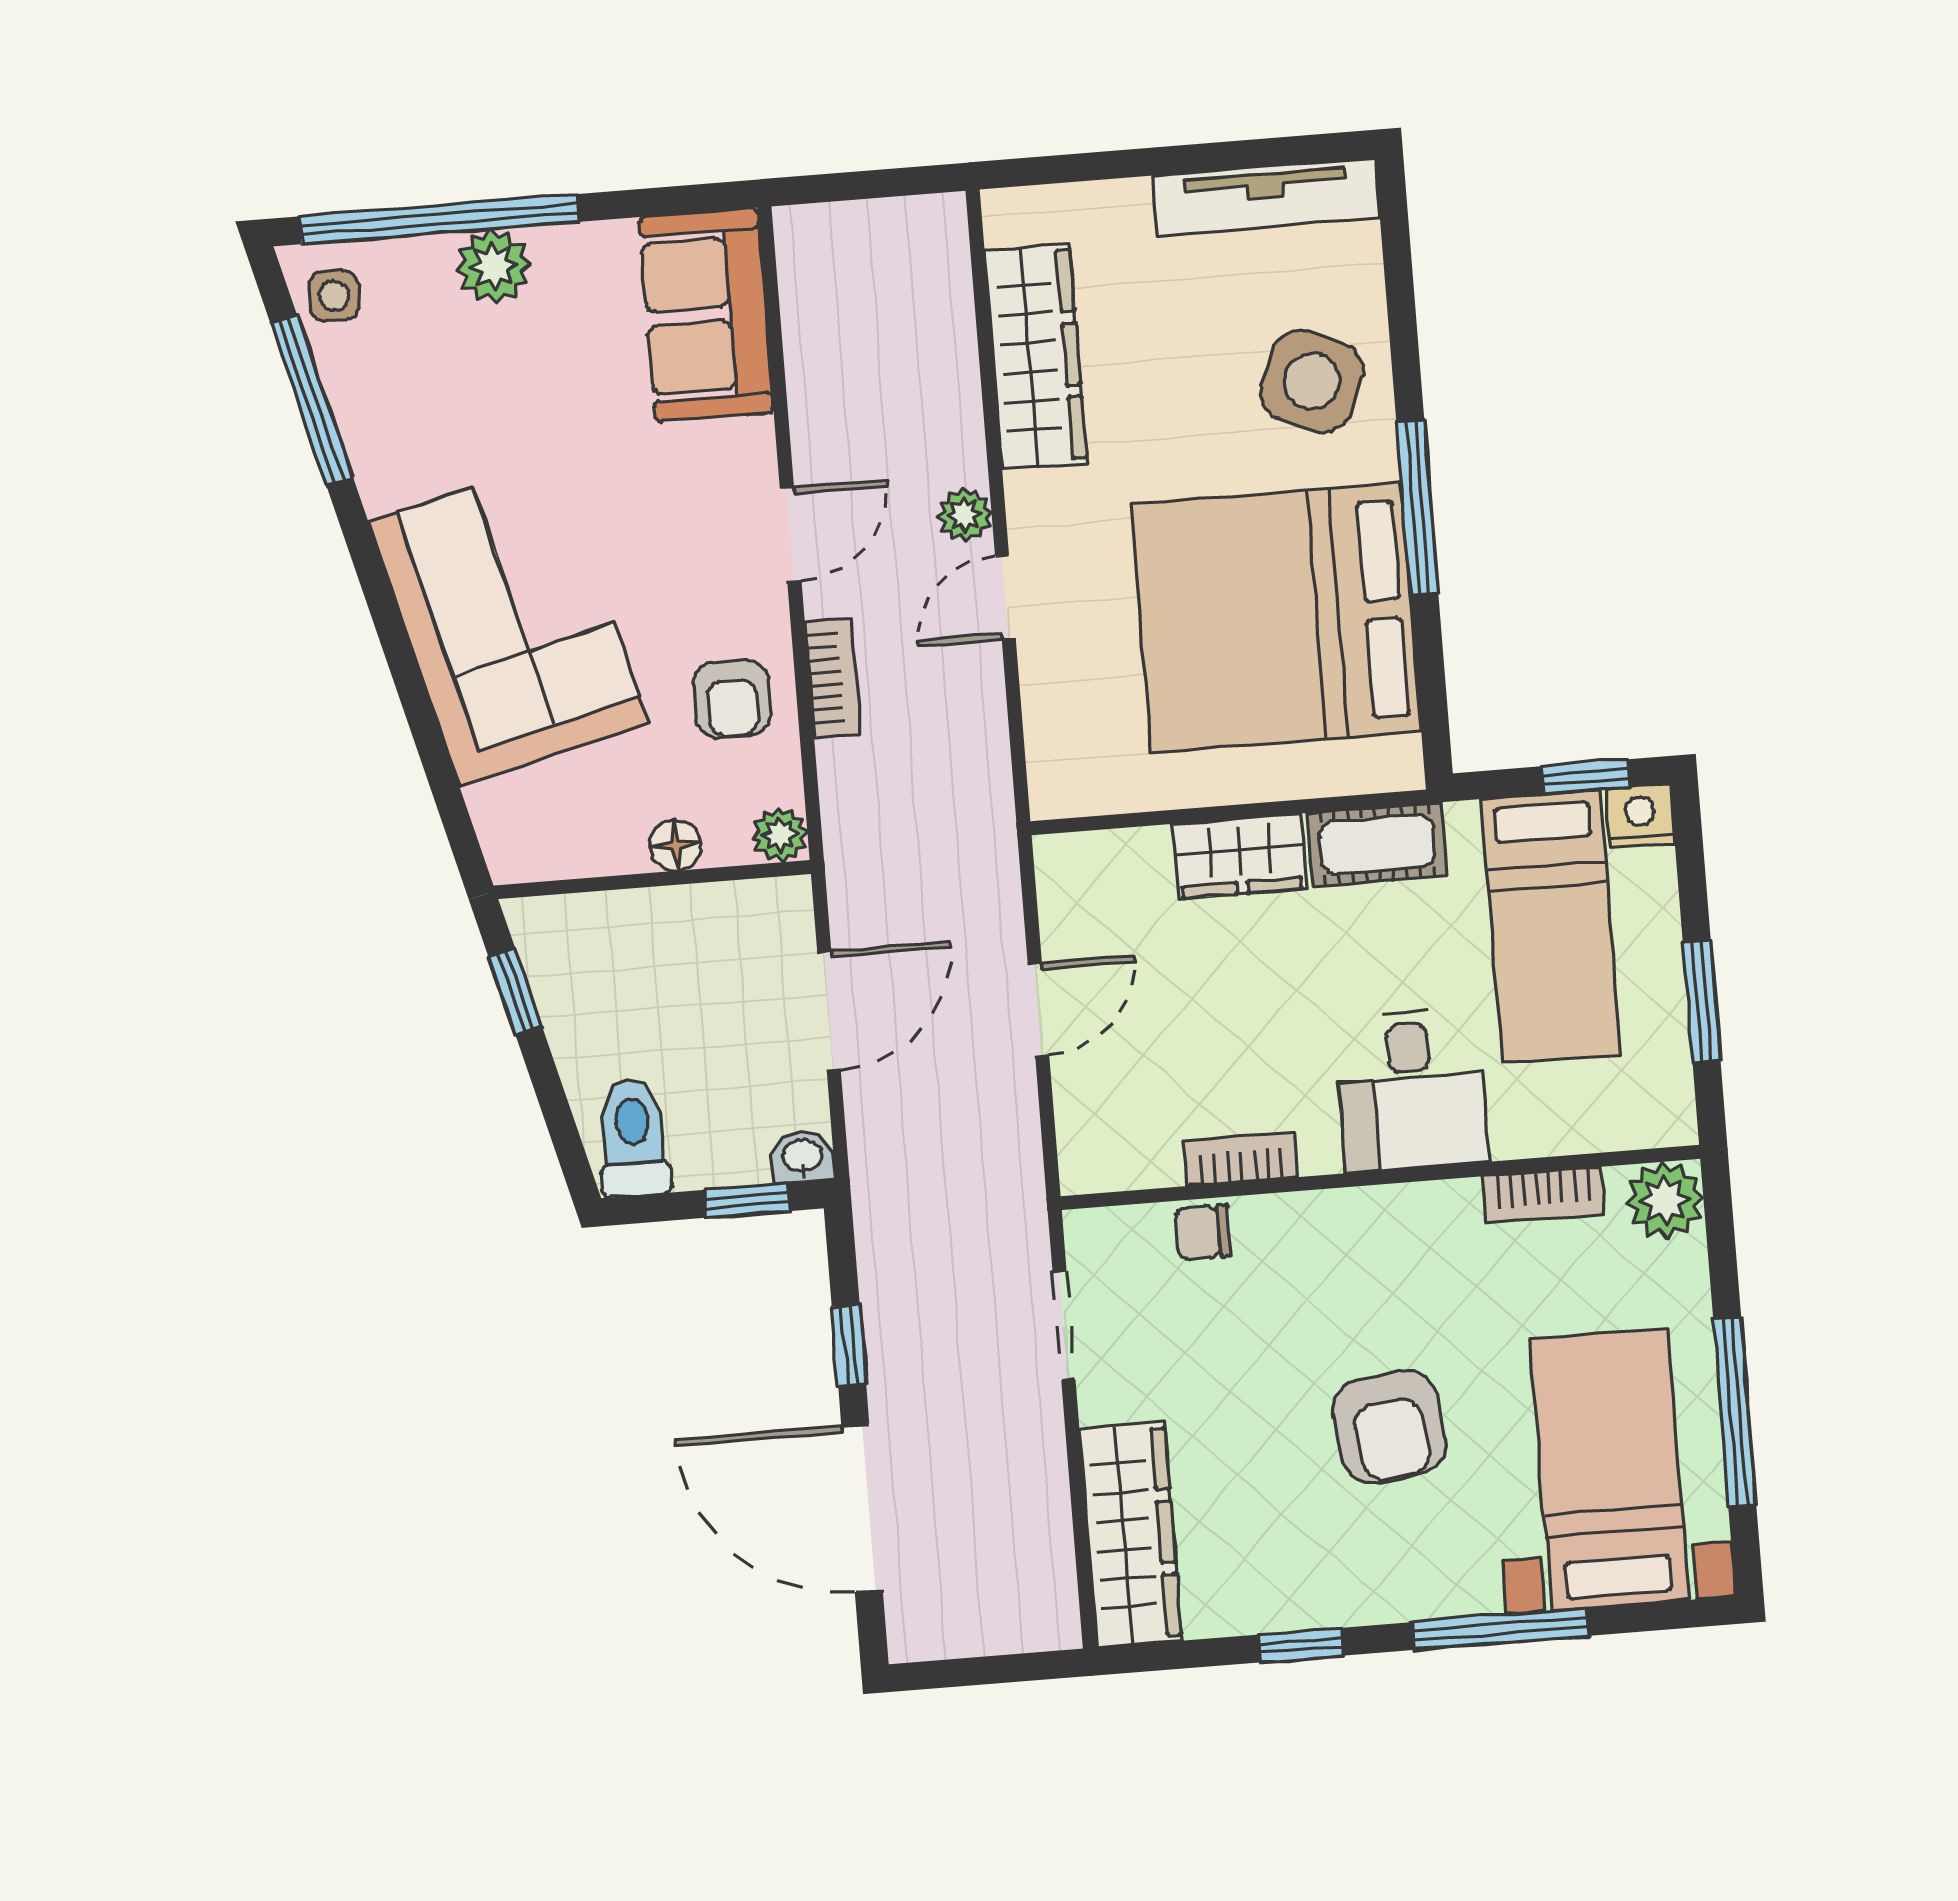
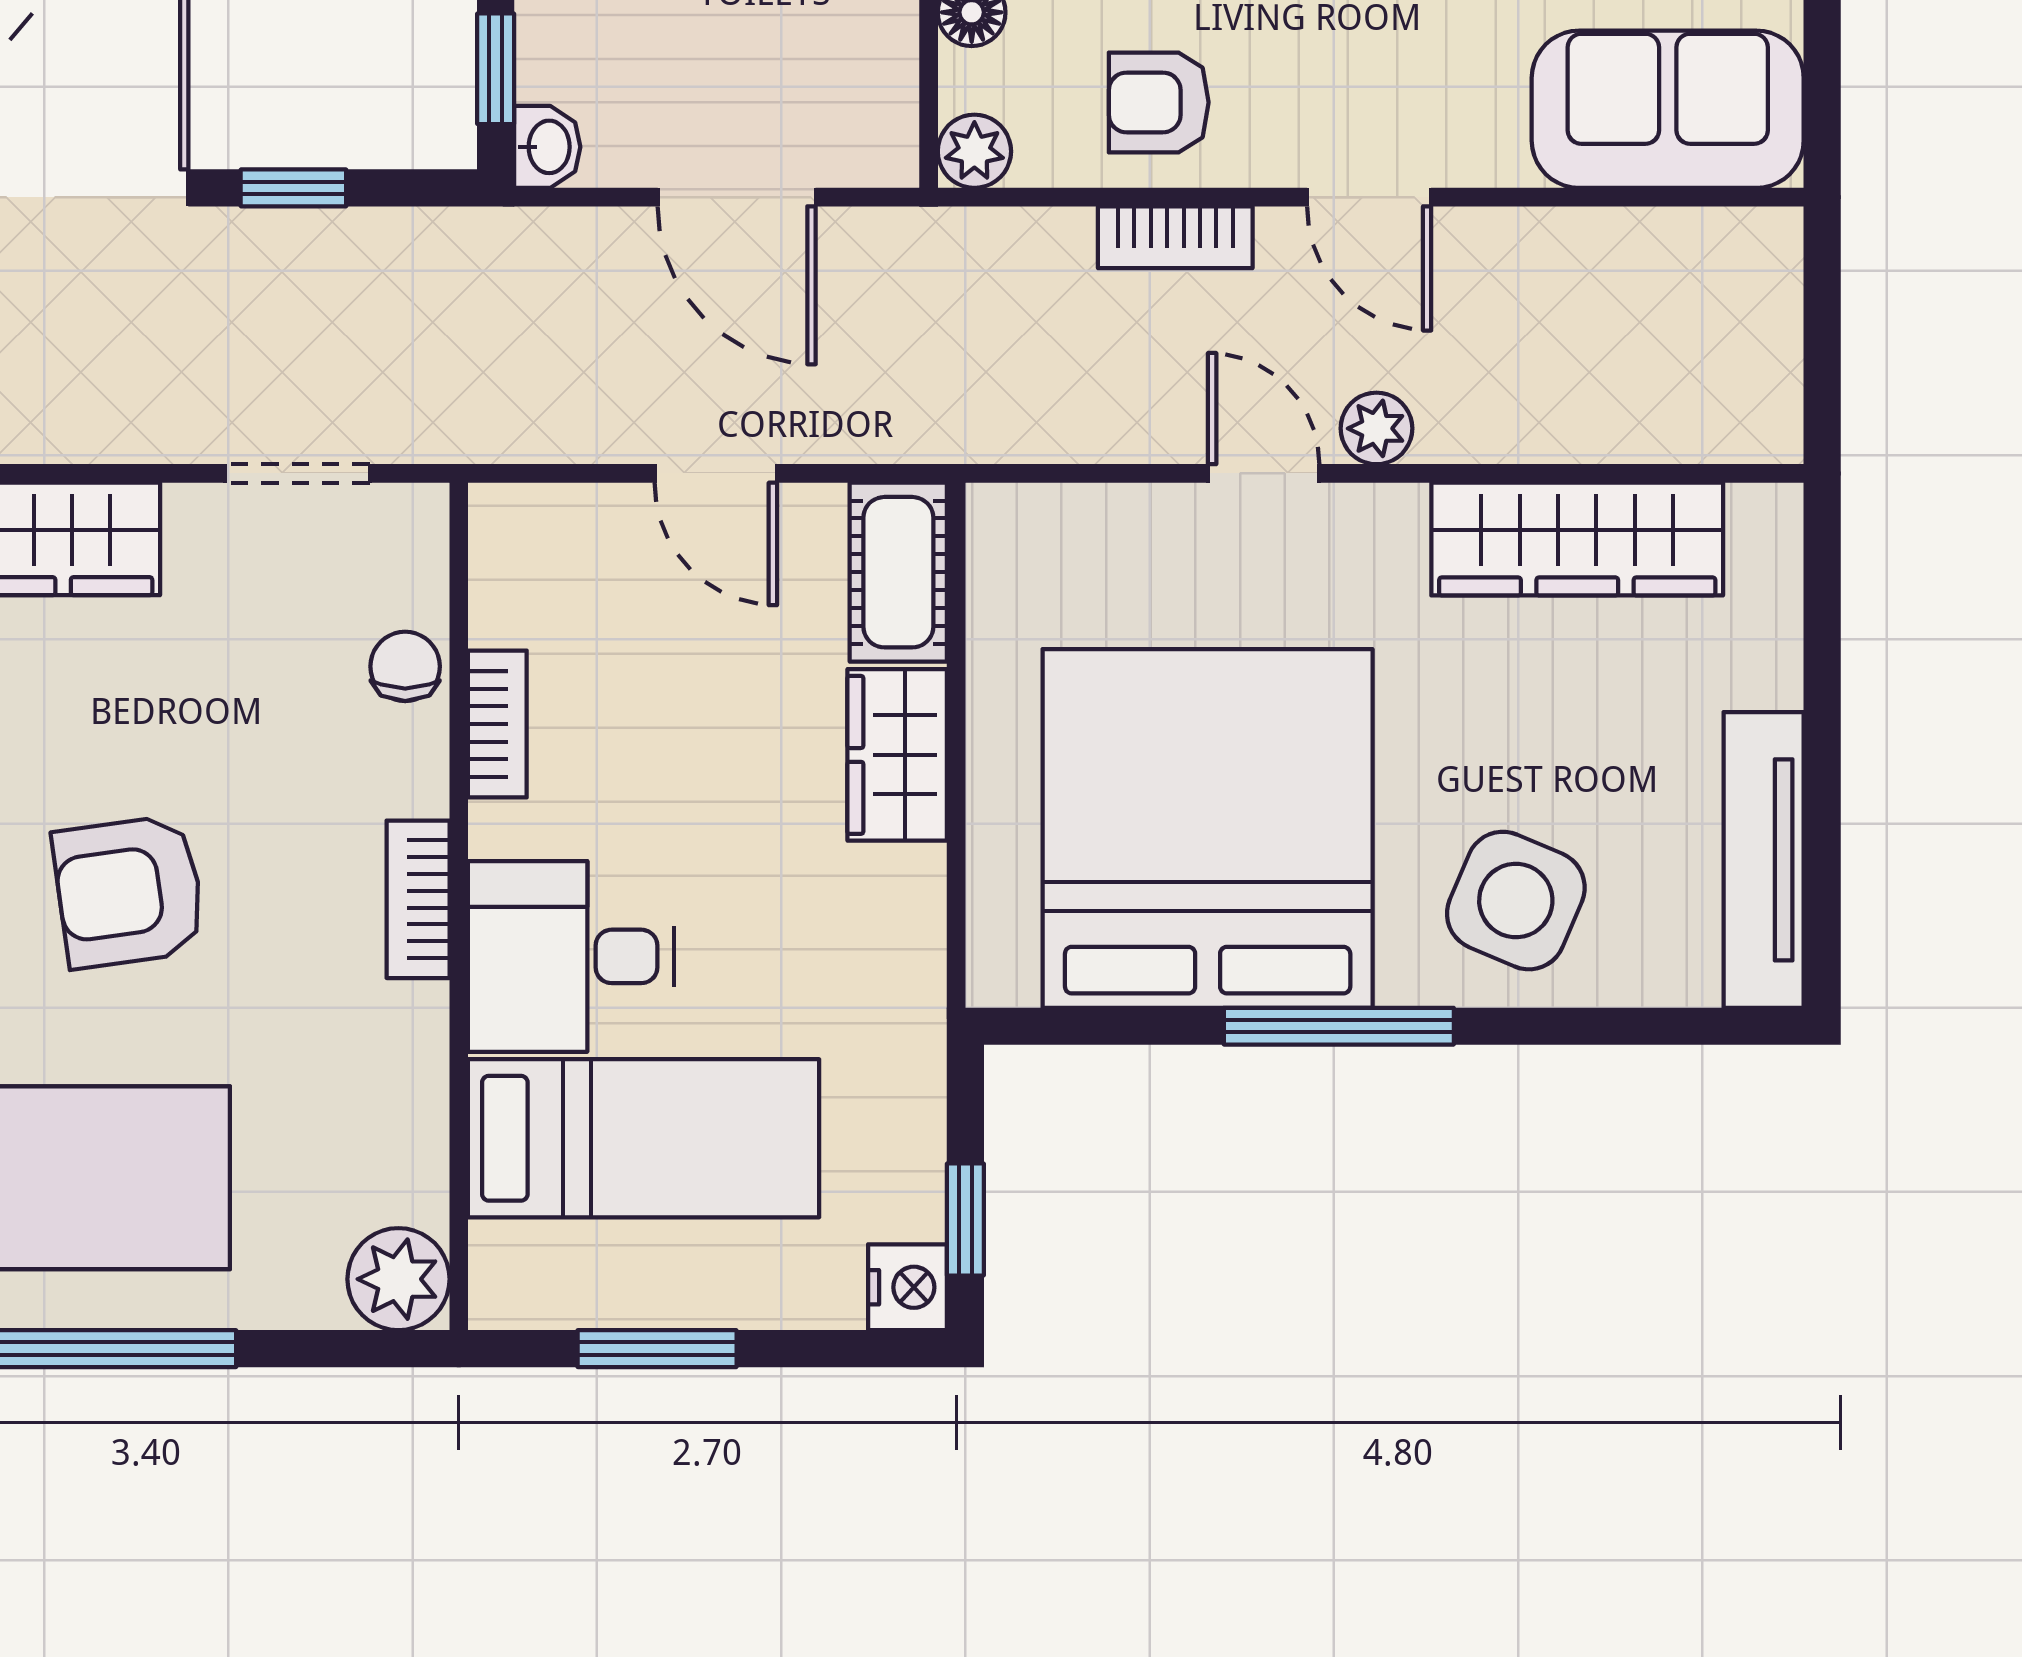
cot: (1377, 844) -> (898, 572), moved
bed: (1551, 927) -> (644, 1138), moved, turned 180
bookcase: (1543, 1195) -> (418, 899), moved

